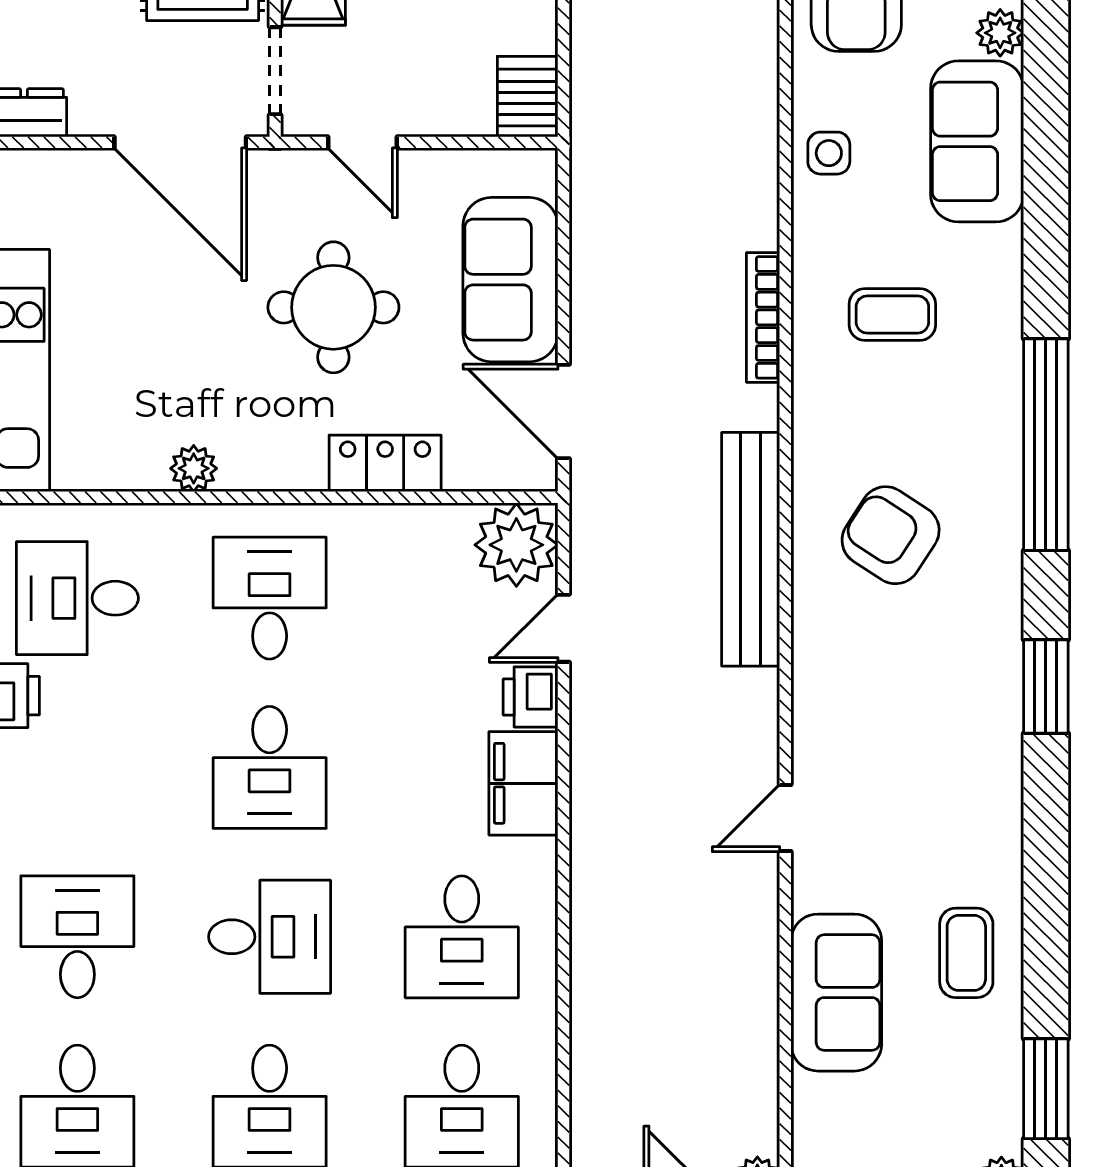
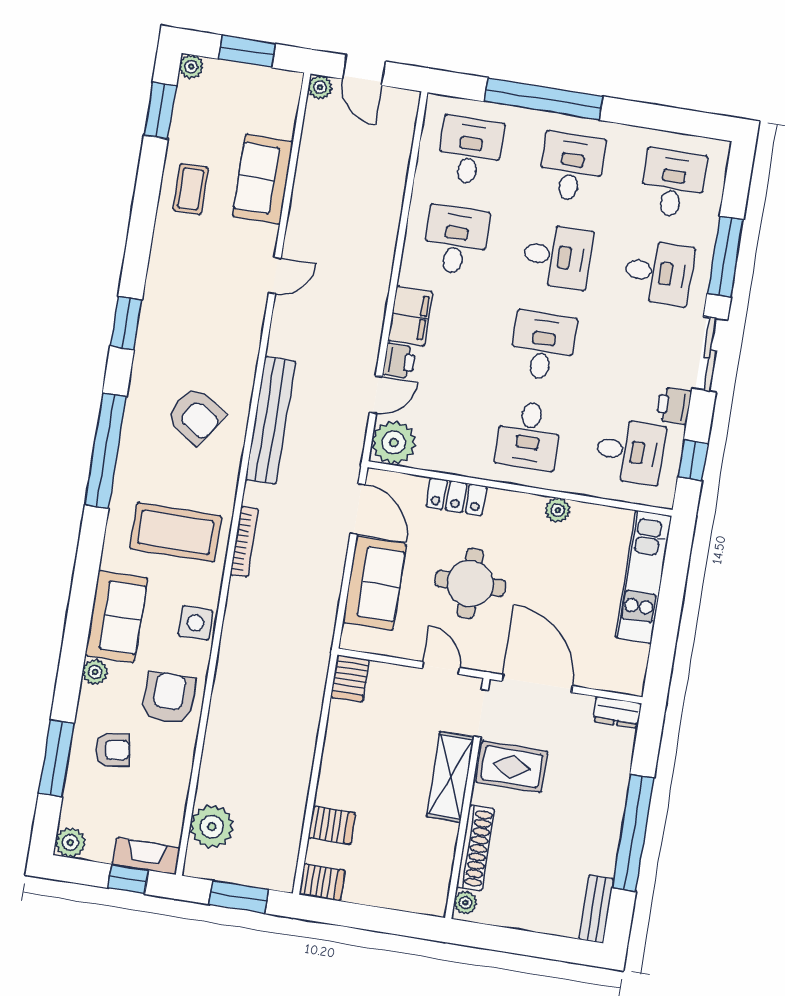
side table: (829, 153) -> (196, 623), width x1.37, depth x1.37
coffee table: (892, 314) -> (176, 532), width x1.86, depth x1.72
desk: (77, 937) -> (659, 273), turned -90
desk: (270, 937) -> (557, 256), turned 180

